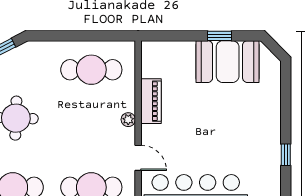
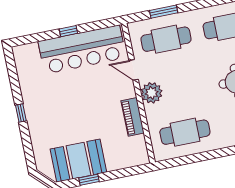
plant: (128, 120) -> (152, 93), width x1.87, depth x1.87
window: (286, 155) -> (21, 113), moved

